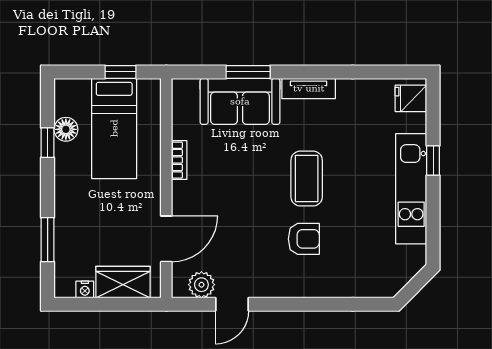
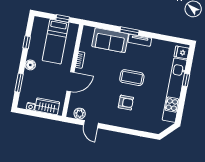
window: (248, 72) -> (129, 31), moved
floor lamp: (66, 129) -> (30, 65), moved
coffee table: (307, 179) -> (132, 78), turned 90
kitchen unit: (411, 189) -> (175, 90), width x1.36
door: (166, 239) -> (70, 82), moved
door: (232, 304) -> (91, 124), hinge flipped

